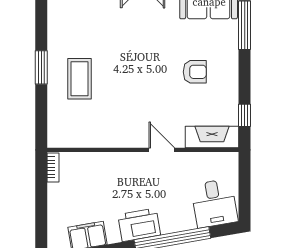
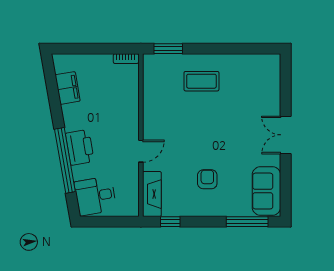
window: (41, 67) -> (168, 49), moved
armchair: (195, 72) -> (207, 179), turned 180
printer: (139, 225) -> (80, 147), moved

